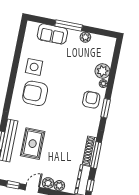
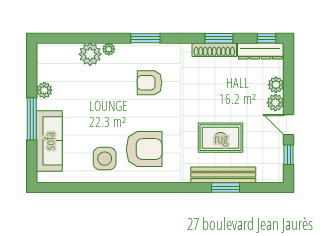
sofa: (52, 34) -> (49, 141), width x1.36
armchair: (35, 93) -> (144, 149), turned -90
armchair: (91, 100) -> (149, 83), moved
window: (96, 155) -> (219, 38), width x0.69

